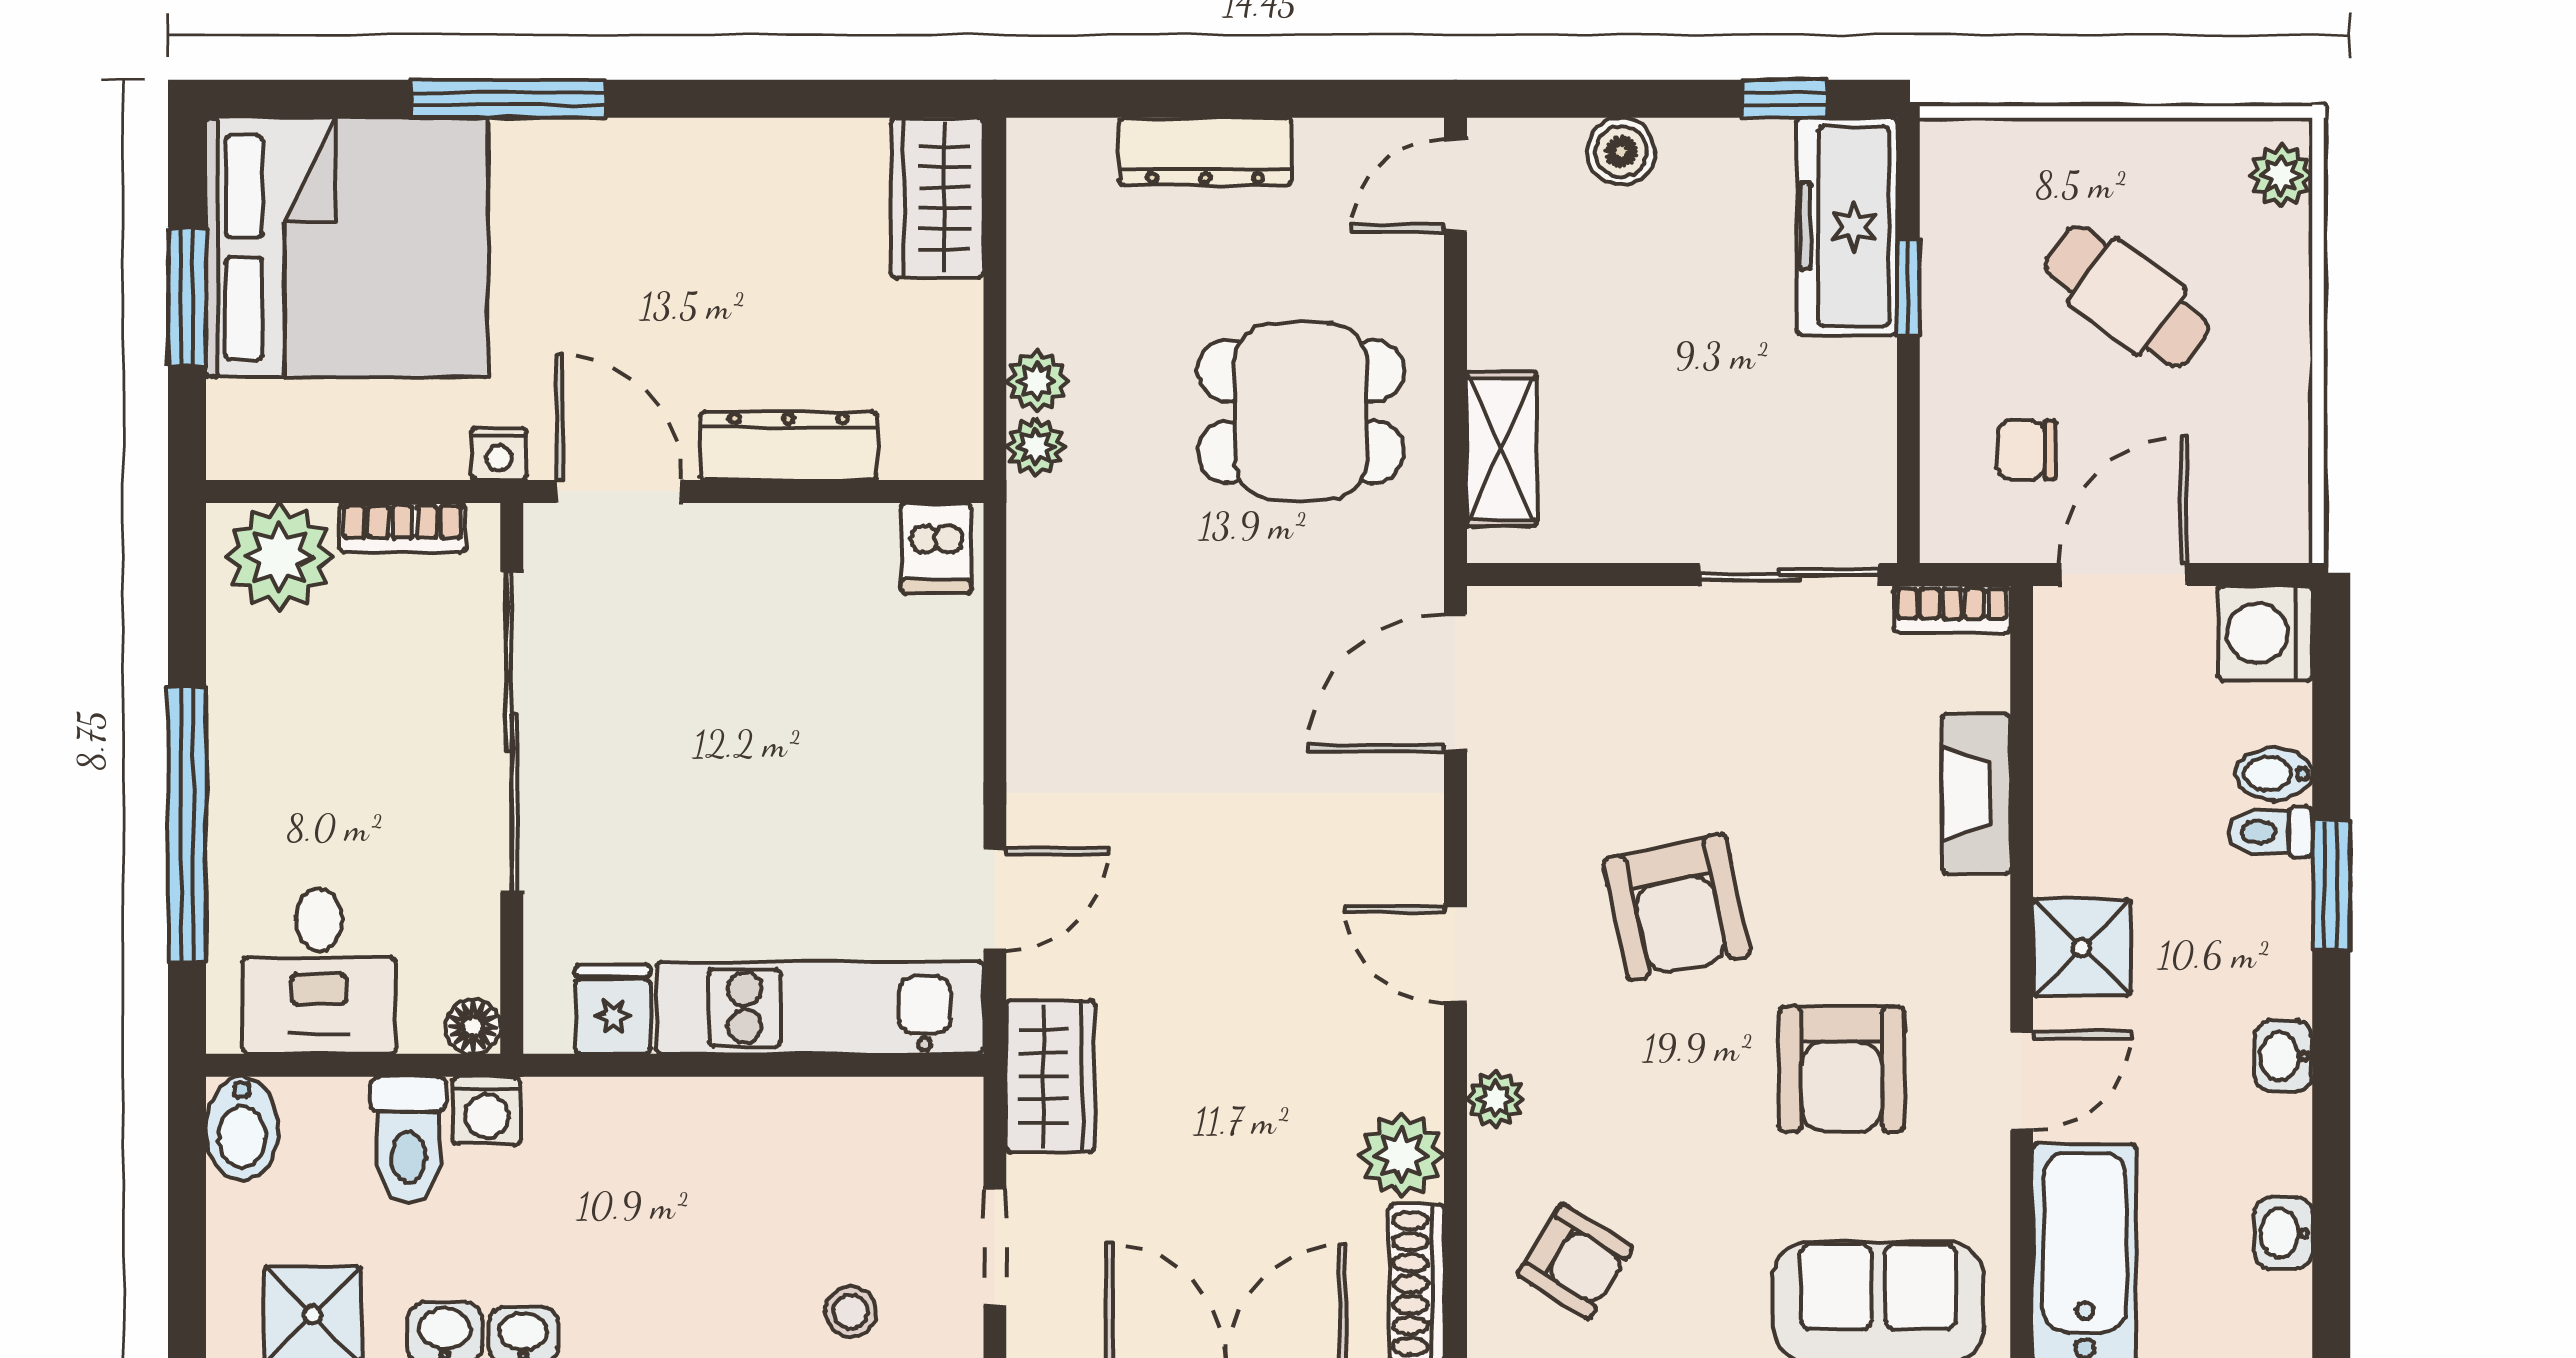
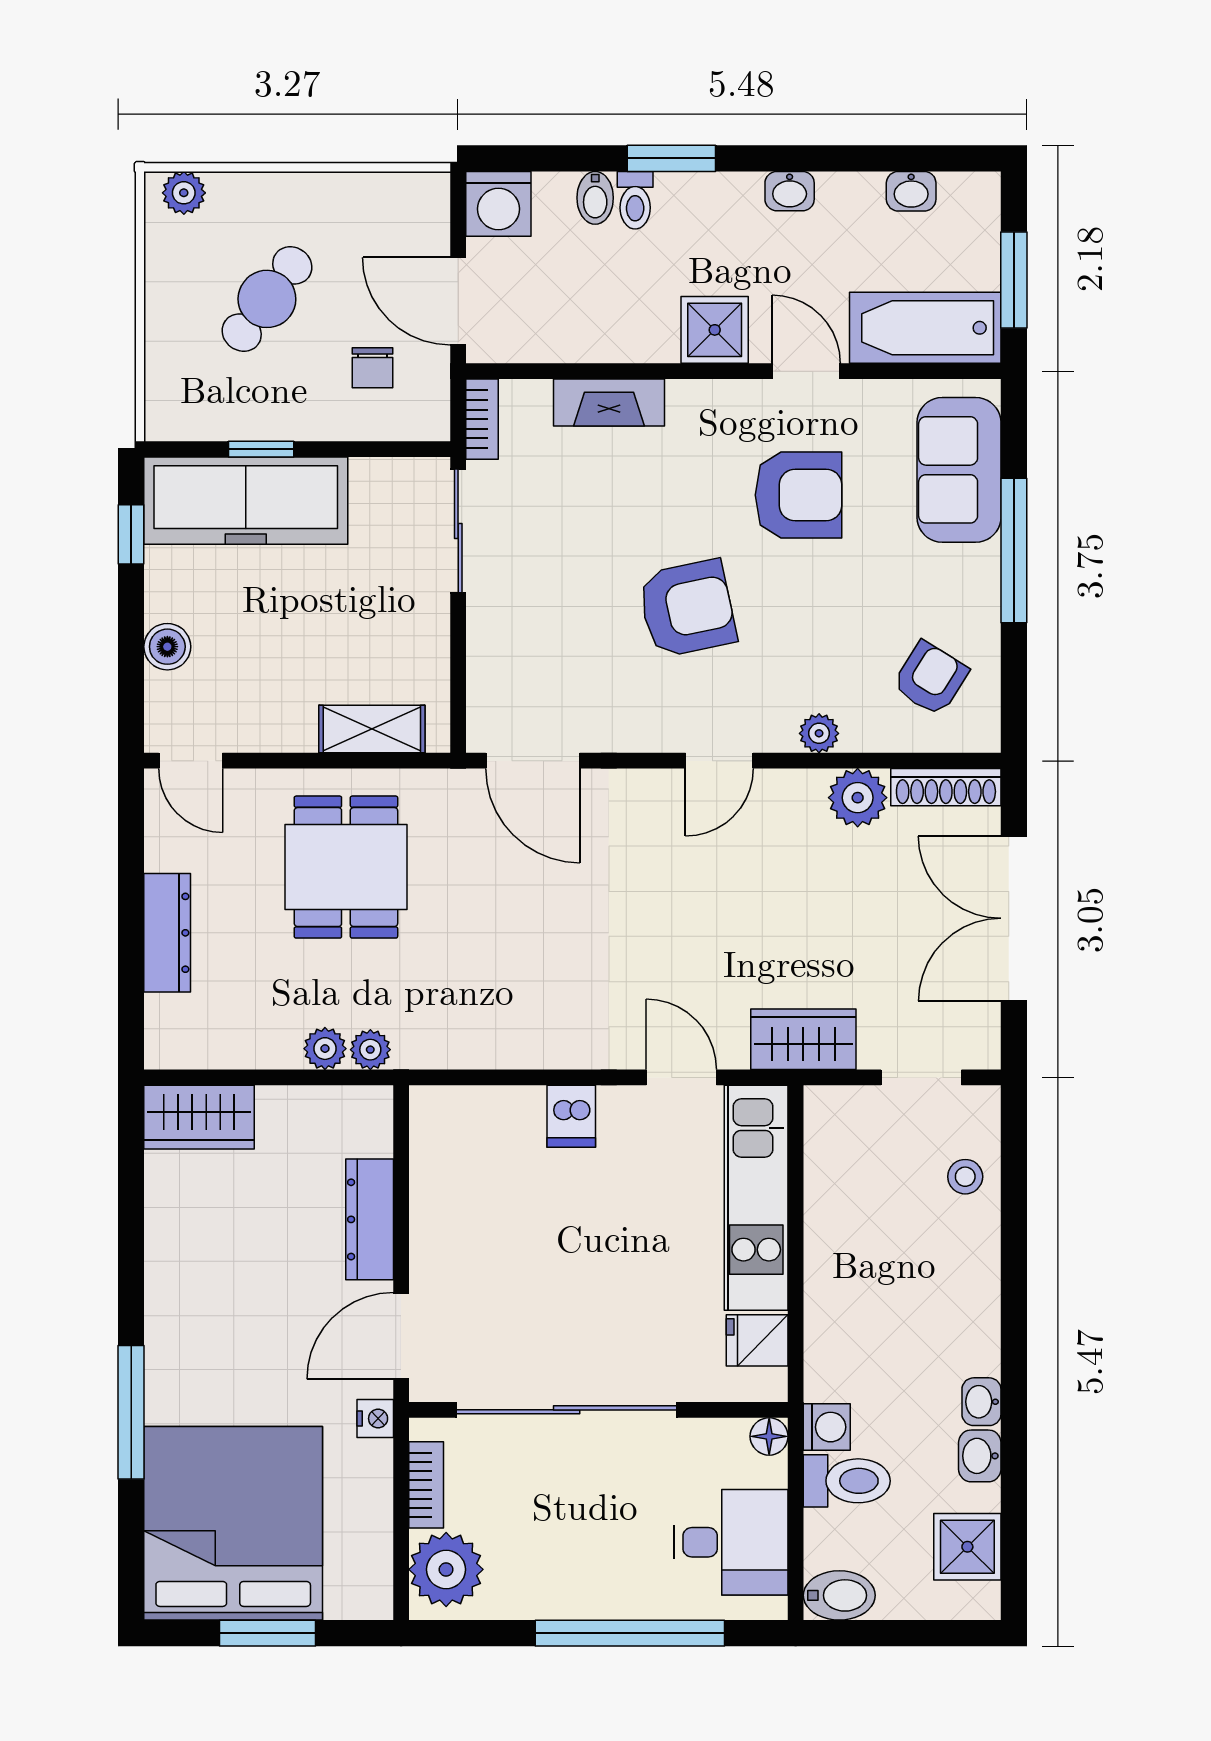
freezer: (1847, 226) -> (246, 501), width x1.36, depth x1.26
dishwasher: (936, 548) -> (571, 1116), moved, turned 90

